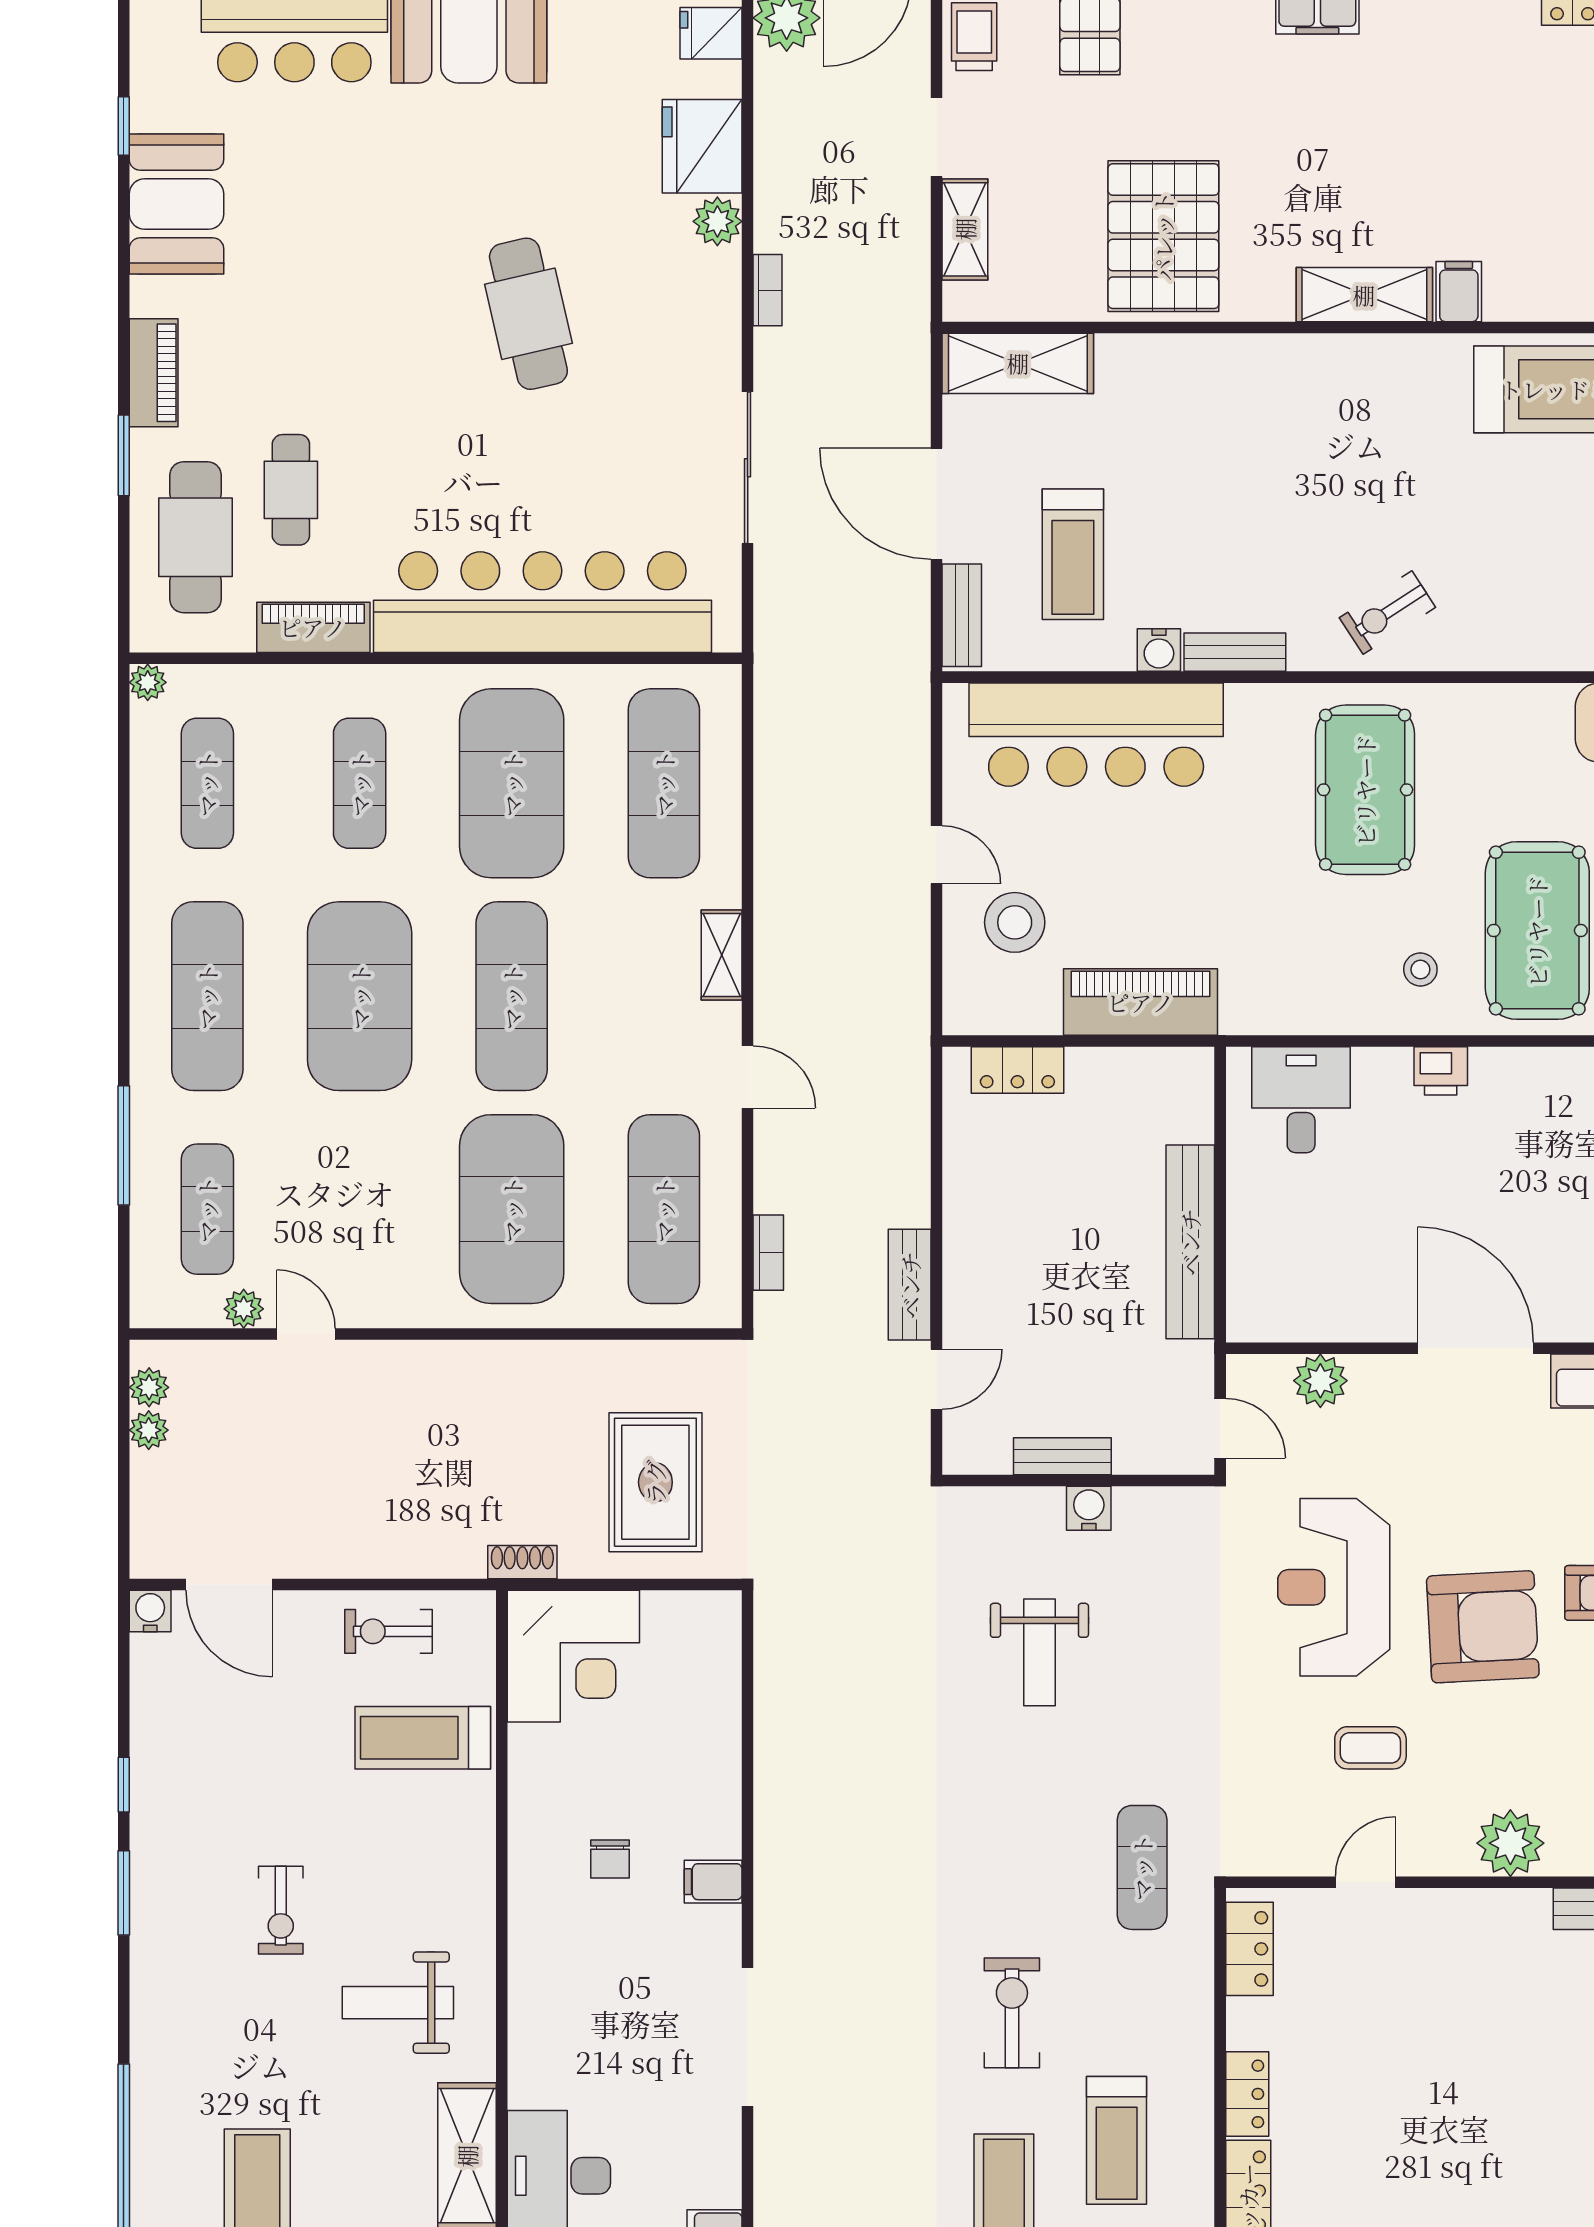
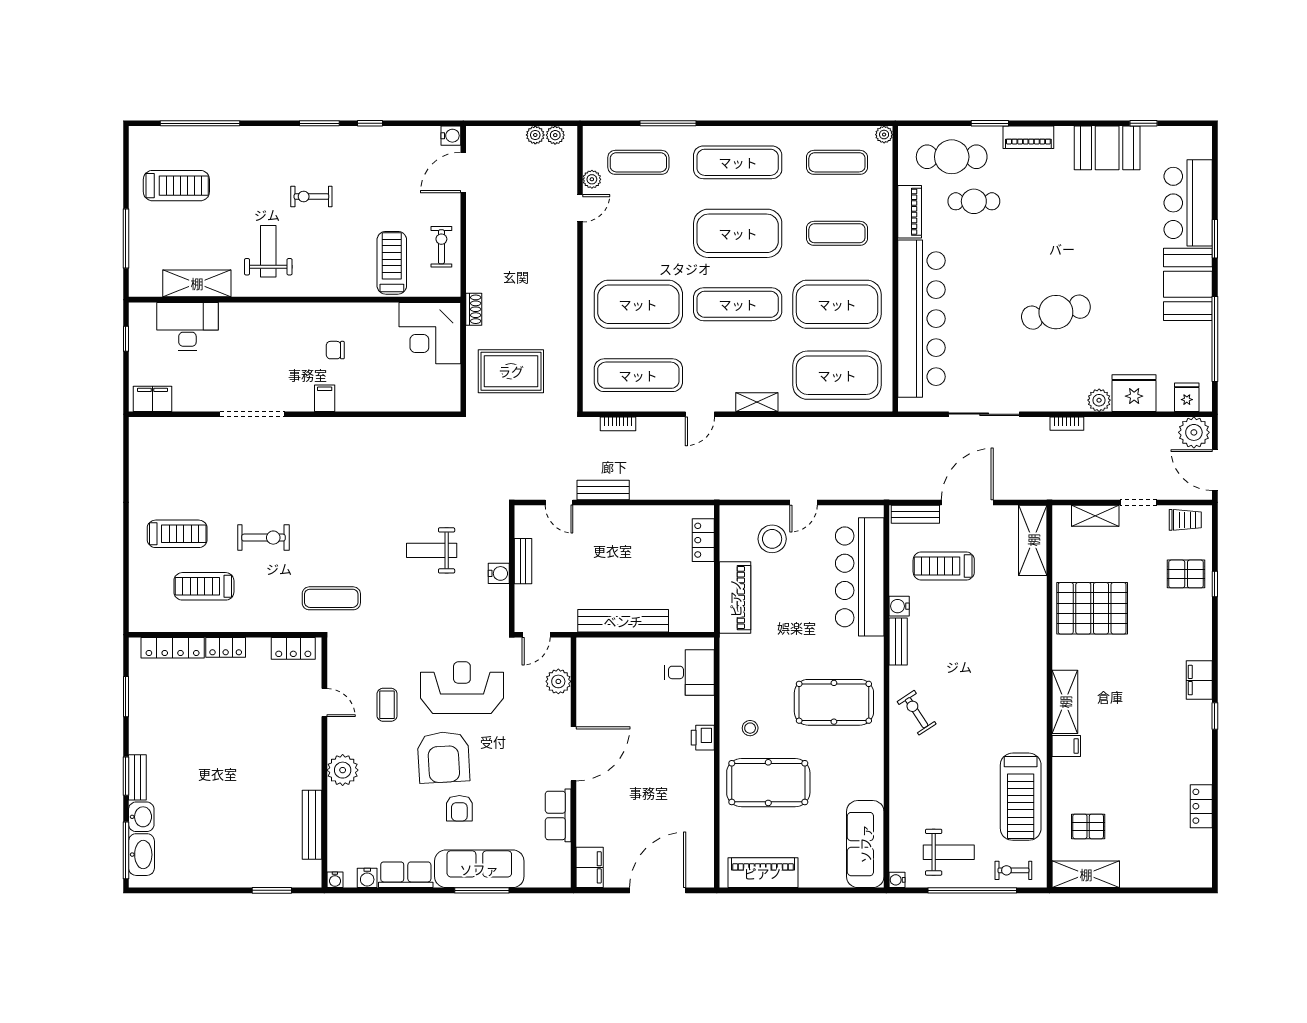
exercise mat: (664, 783) -> (837, 375), width x1.47

